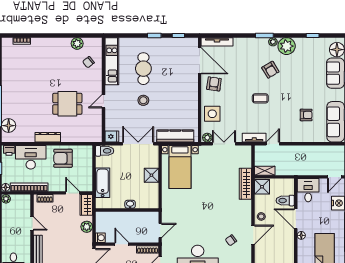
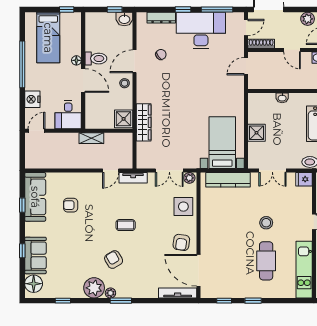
double door: (138, 144) -> (272, 170), width x0.73
shelving: (265, 171) -> (91, 138), moved
toilet: (285, 201) -> (96, 59), moved

